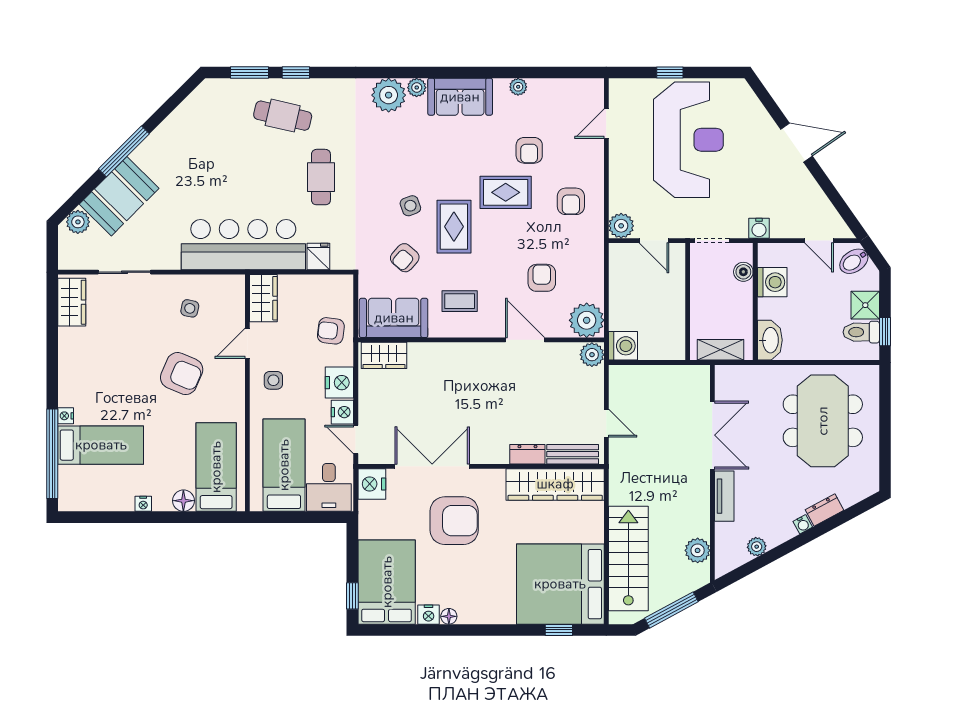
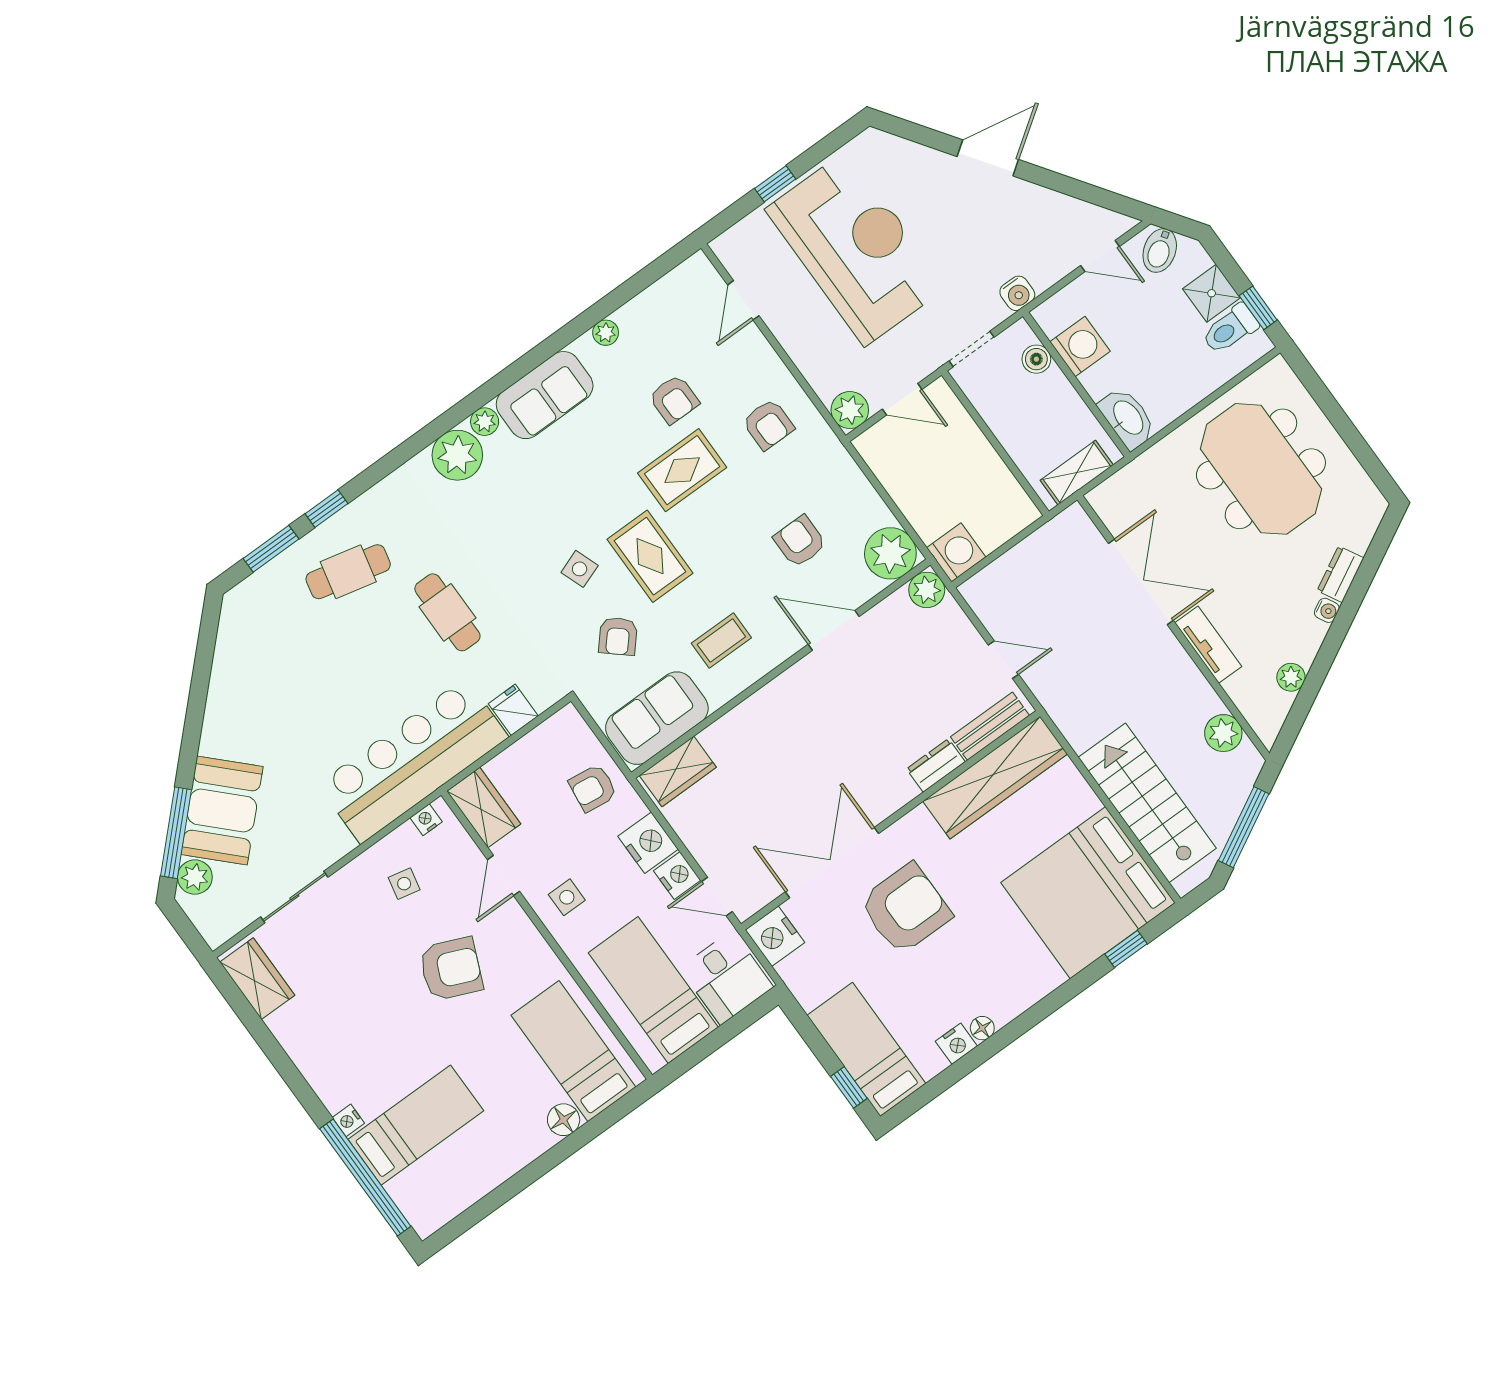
window: (124, 151) -> (176, 833), moved
nightstand: (143, 504) -> (426, 820), moved, turned 180
bed: (387, 582) -> (866, 1049), width x0.67

